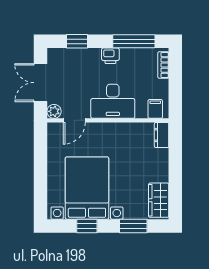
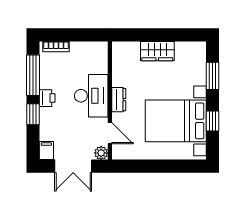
window: (77, 41) -> (33, 114), moved
filing cabinet: (155, 109) -> (46, 150), moved, turned 90
dresser: (162, 135) -> (119, 100), moved, turned -90
wardrobe: (159, 200) -> (157, 51), moved

